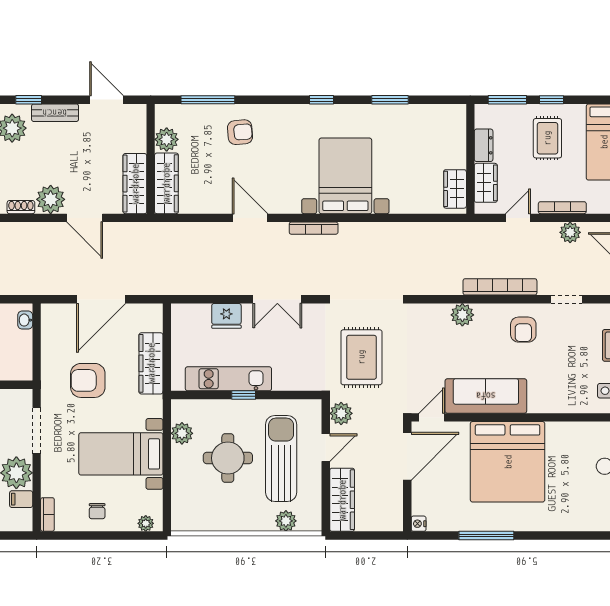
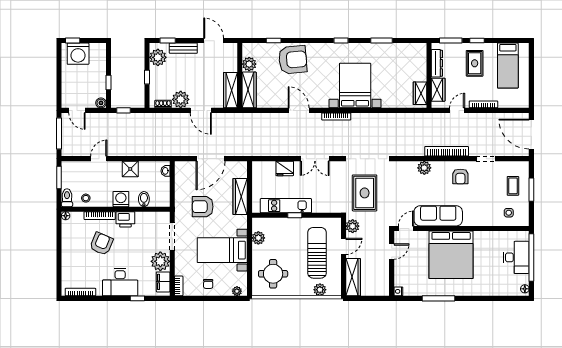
window: (208, 100) -> (274, 41), width x0.46
armchair: (240, 132) -> (293, 60), width x1.88, depth x1.88
dresser: (484, 145) -> (437, 63), width x1.44
plant: (570, 232) -> (488, 119), removed
door: (407, 456) -> (392, 251), width x0.53
round table: (228, 458) -> (273, 274), moved
filing cabinet: (21, 499) -> (163, 282), width x2.00

